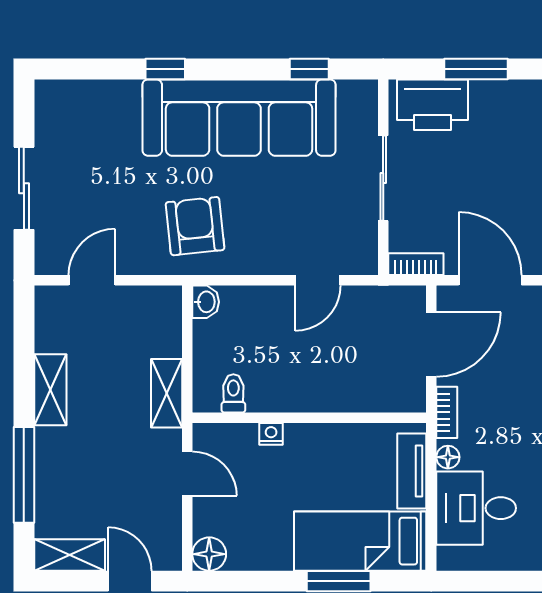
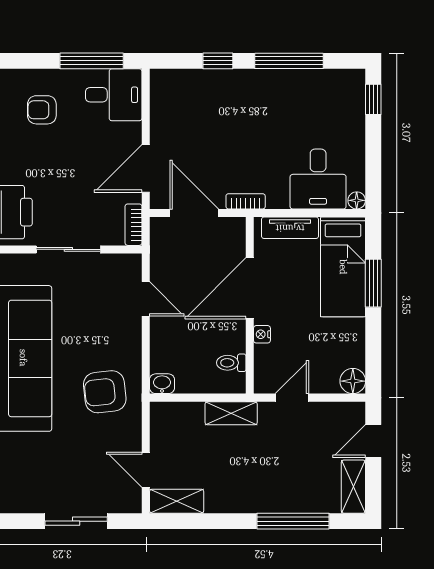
shelving: (50, 390) -> (177, 501), moved
door: (332, 418) -> (250, 288), added
floor lamp: (448, 457) -> (357, 200), moved

